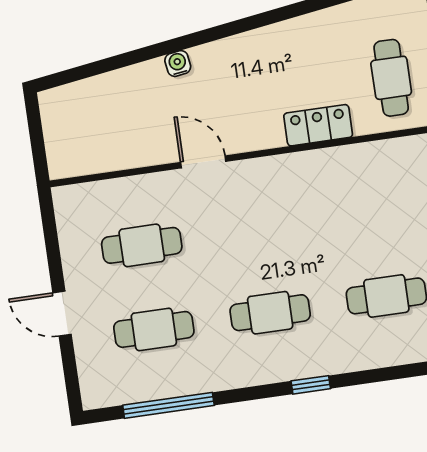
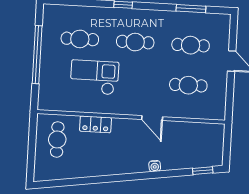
window: (76, 74) -> (203, 171), added
checkout: (340, 222) -> (94, 77), added
window: (168, 405) -> (191, 9), width x0.69

